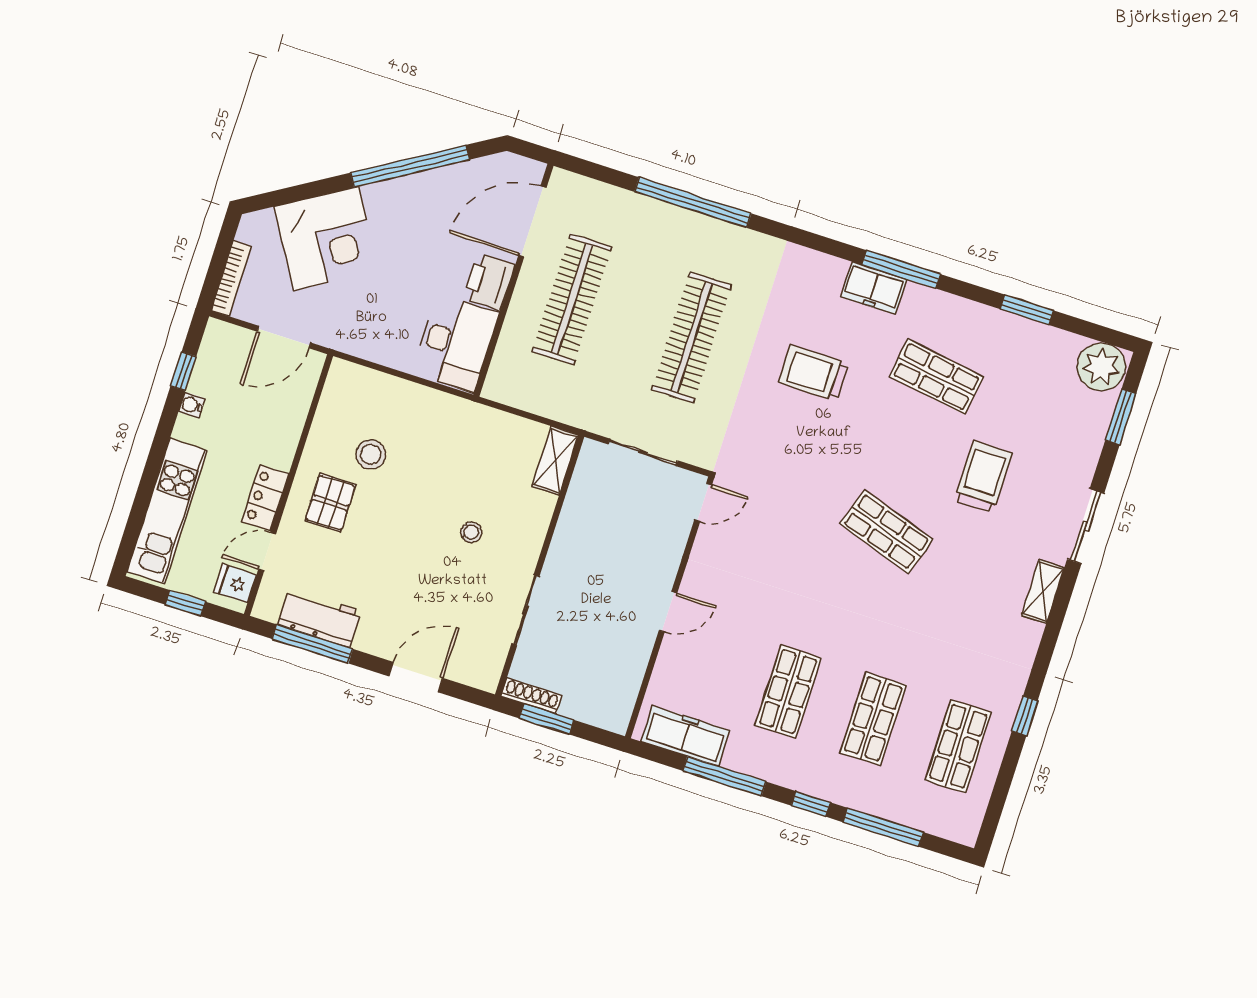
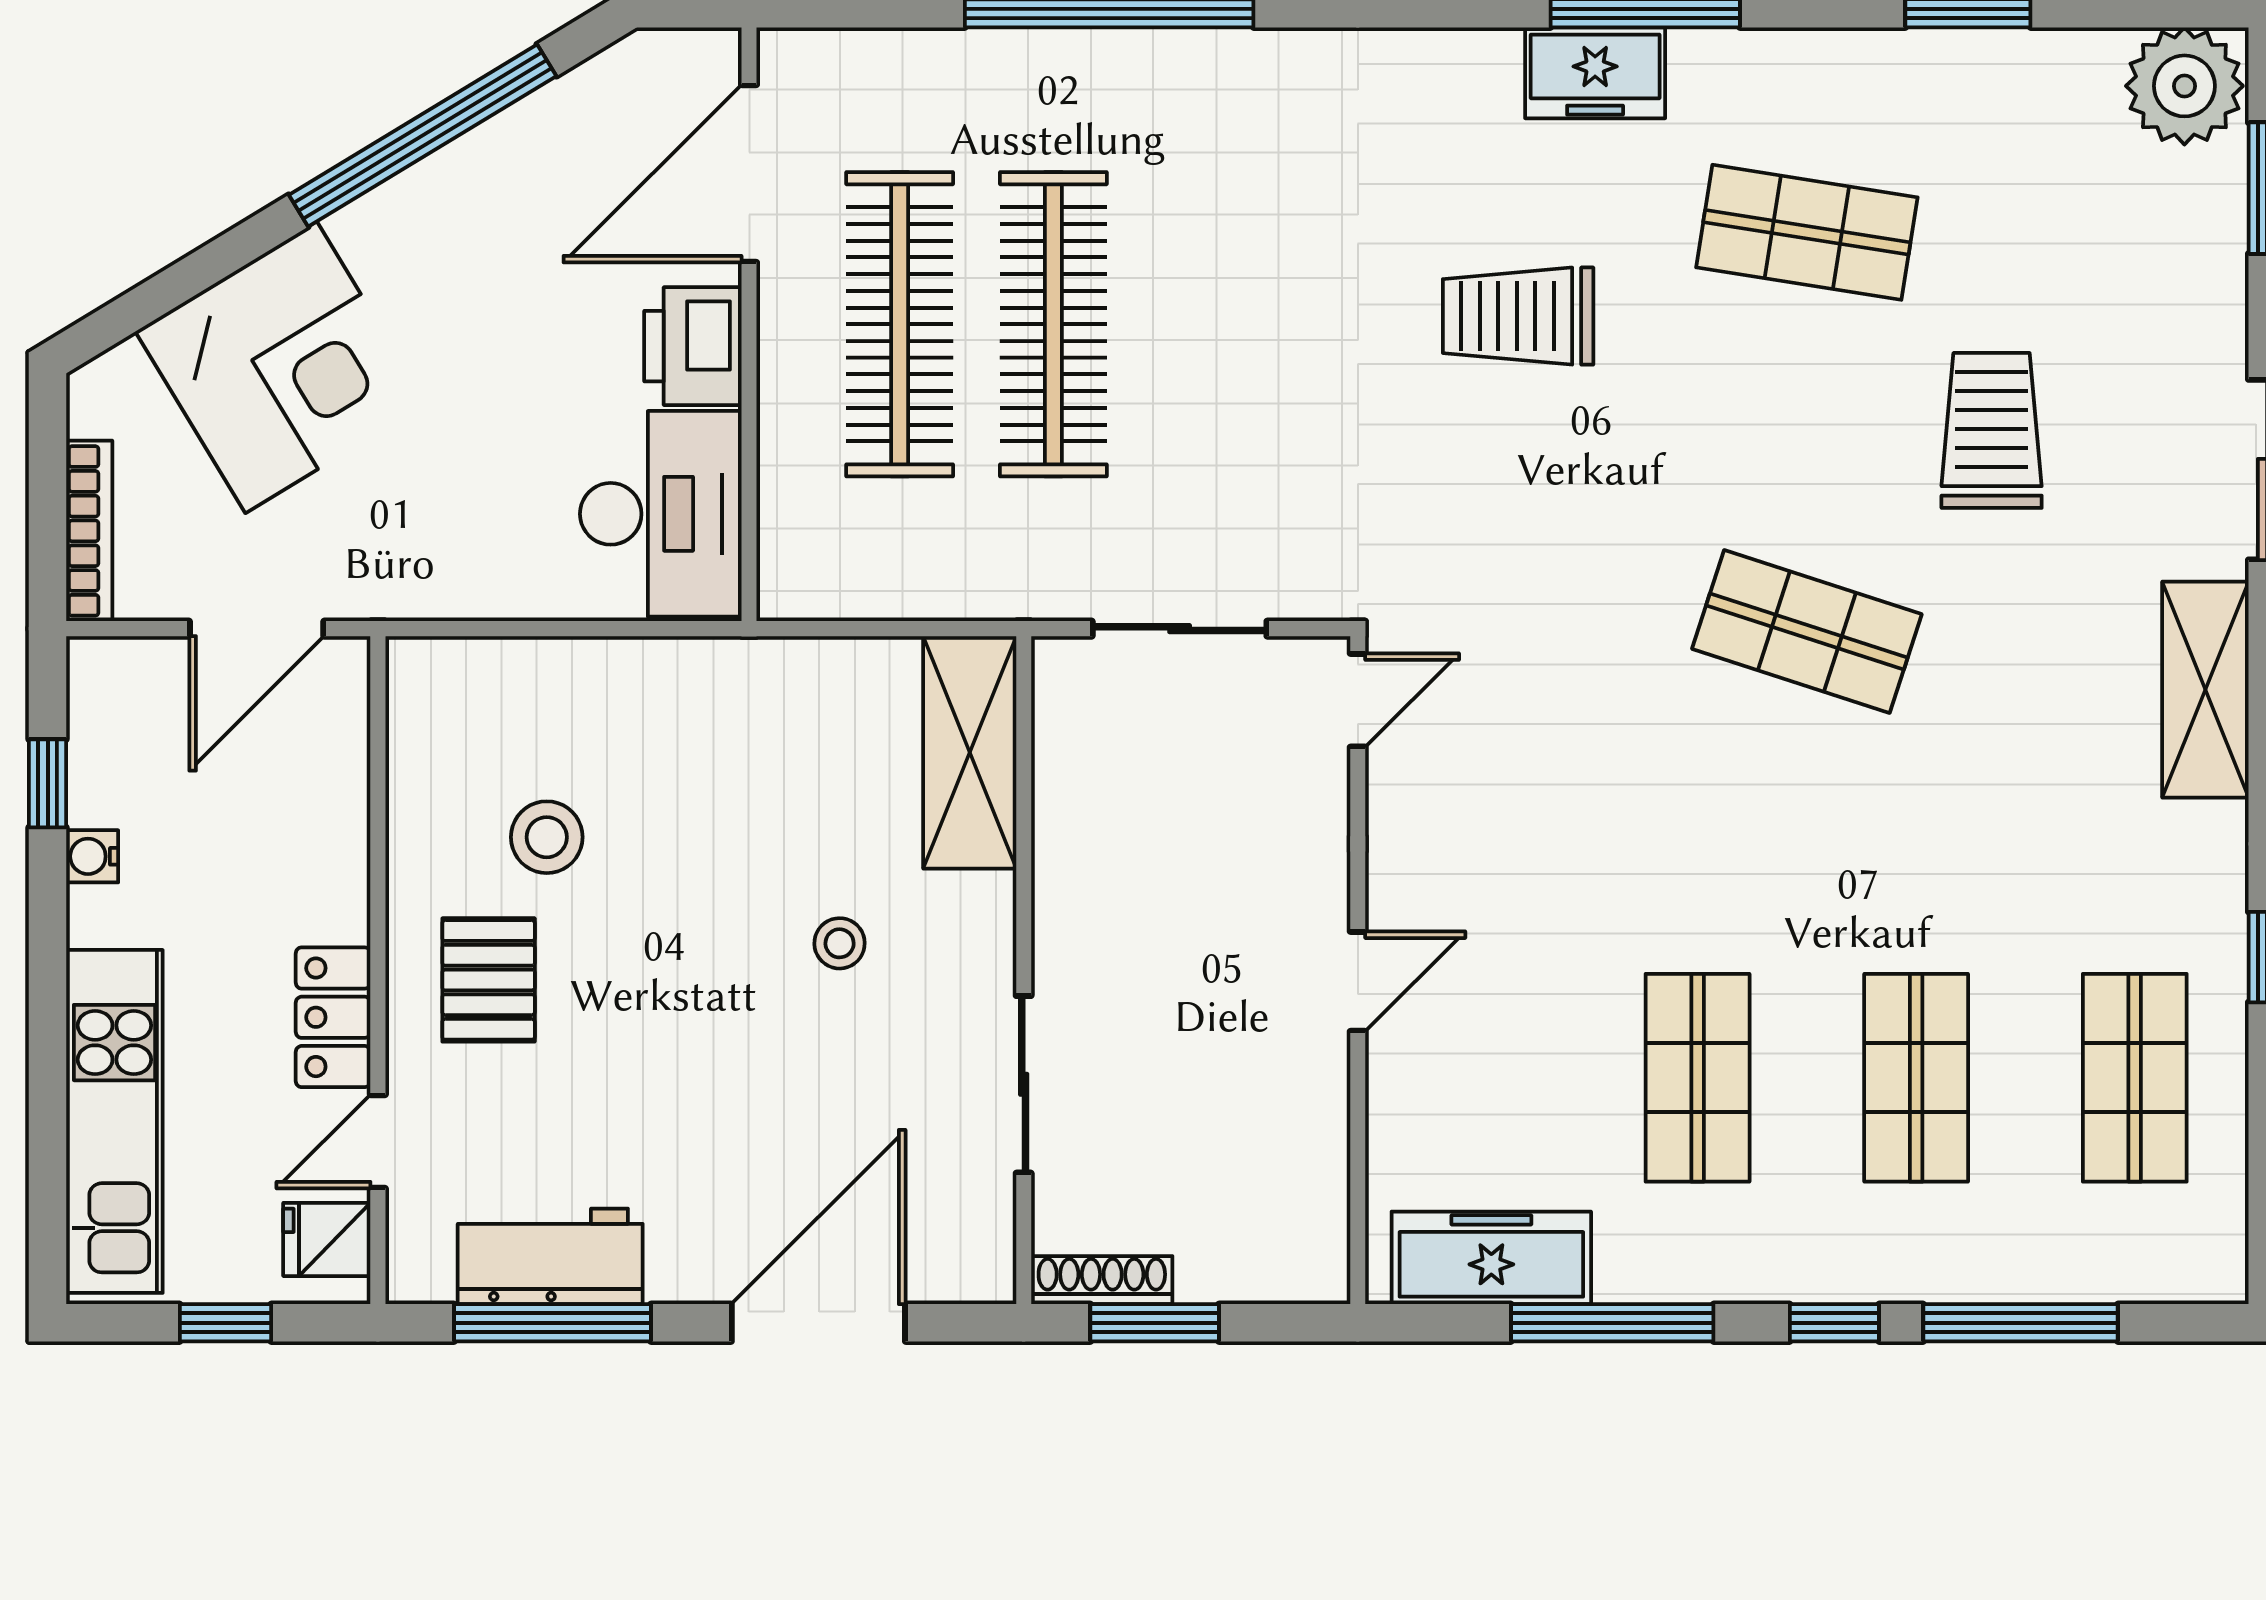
clothes rail: (692, 337) -> (1053, 324), moved
shelving: (555, 461) -> (970, 752), width x1.50, depth x1.33
shelving: (1043, 591) -> (2205, 690), width x1.50, depth x1.33
door: (416, 677) -> (818, 1323), width x1.36

